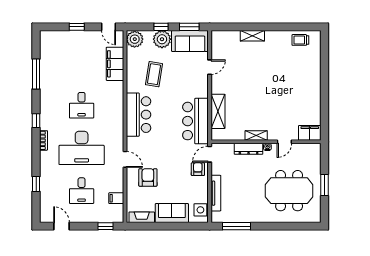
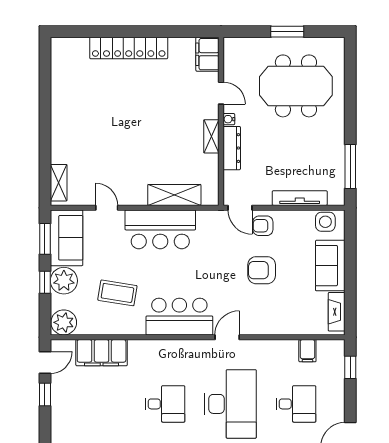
window: (77, 27) -> (45, 395), moved
shelving: (252, 36) -> (59, 183), moved
trolley: (300, 40) -> (65, 69), removed
locker: (314, 82) -> (129, 48), added
bar counter: (195, 121) -> (160, 229), moved
door: (125, 159) -> (227, 337), moved
armchair: (148, 177) -> (262, 270), moved
meeting table: (289, 191) -> (296, 86), turned 90

